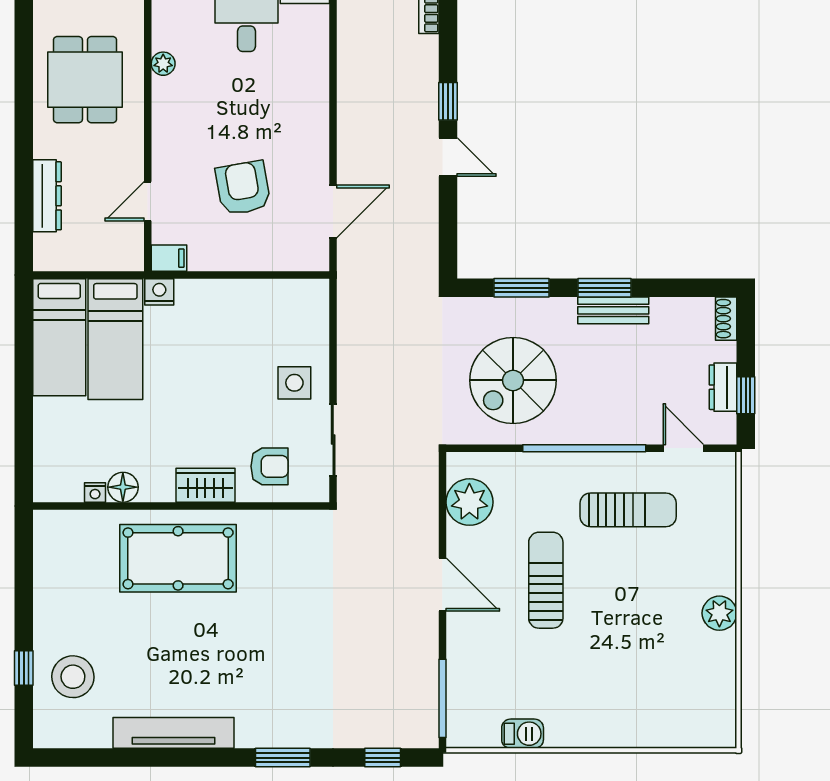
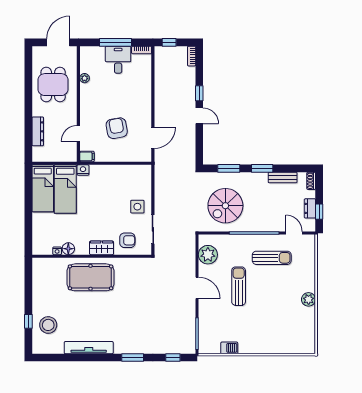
bench: (613, 310) -> (283, 177), moved

